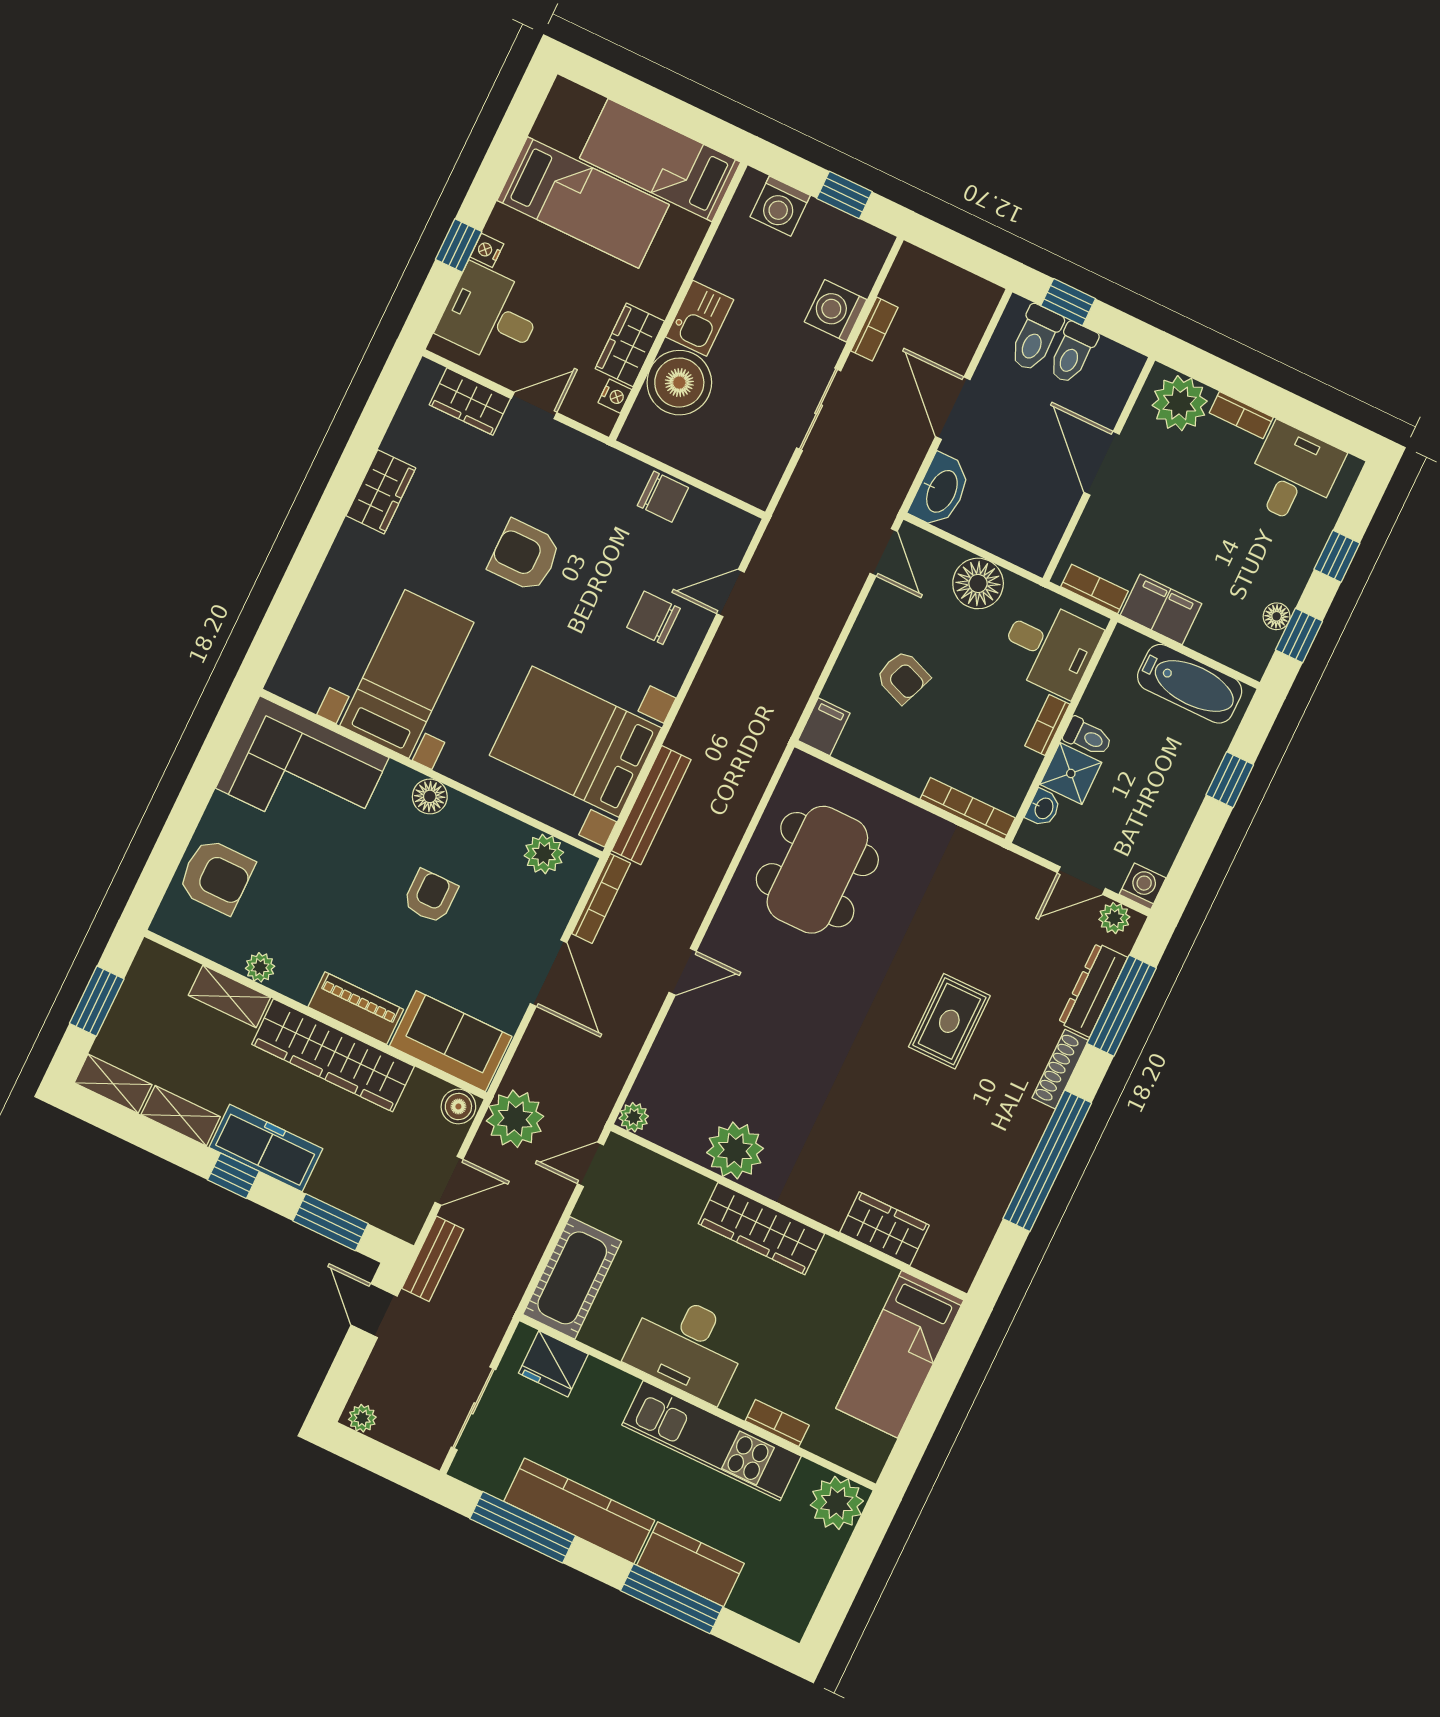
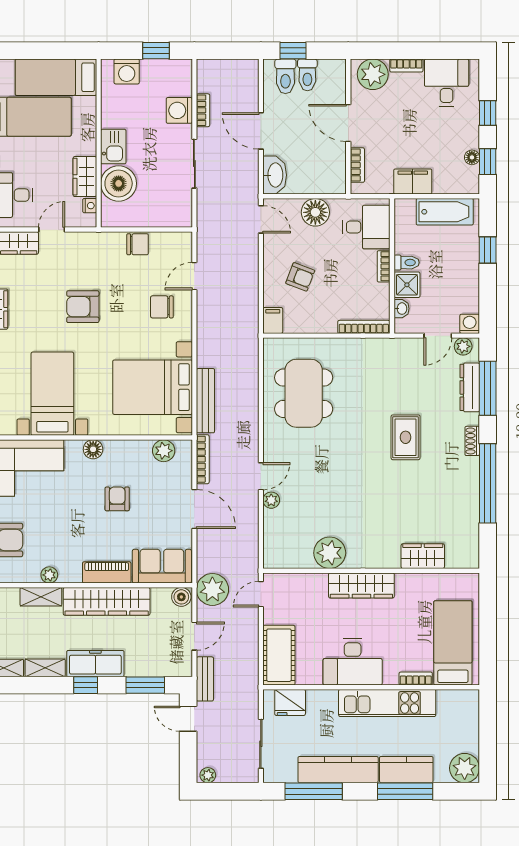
bookcase: (1095, 589) -> (357, 165), moved, turned 90
shoe rack: (1060, 1069) -> (472, 441), width x0.70
plant: (634, 1117) -> (271, 500), moved
bed: (900, 1354) -> (453, 643), moved, turned 180
plant: (837, 1503) -> (465, 768), moved

